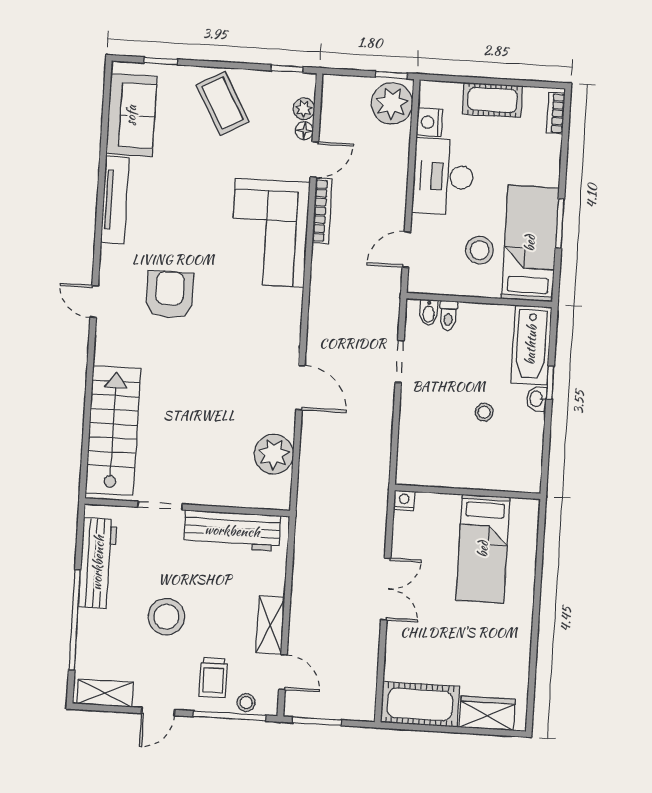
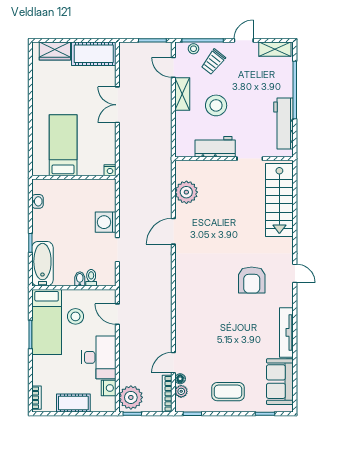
coffee table: (223, 103) -> (228, 392), turned -61
bookcase: (322, 211) -> (167, 394), moved
corner sofa: (270, 233) -> (196, 319), removed
door: (406, 250) -> (117, 314), swing flipped
bidet: (429, 312) -> (80, 279), moved
door: (300, 388) -> (173, 231), hinge flipped
washbasin: (537, 399) -> (37, 201), moved
washing machine: (417, 411) -> (106, 222), added
stool: (484, 412) -> (67, 224), removed
workbench: (232, 531) -> (215, 147), width x0.73
double door: (386, 589) -> (117, 105), moved
stool: (166, 617) -> (216, 105), moved
trolley: (213, 678) -> (213, 62), turned -142

